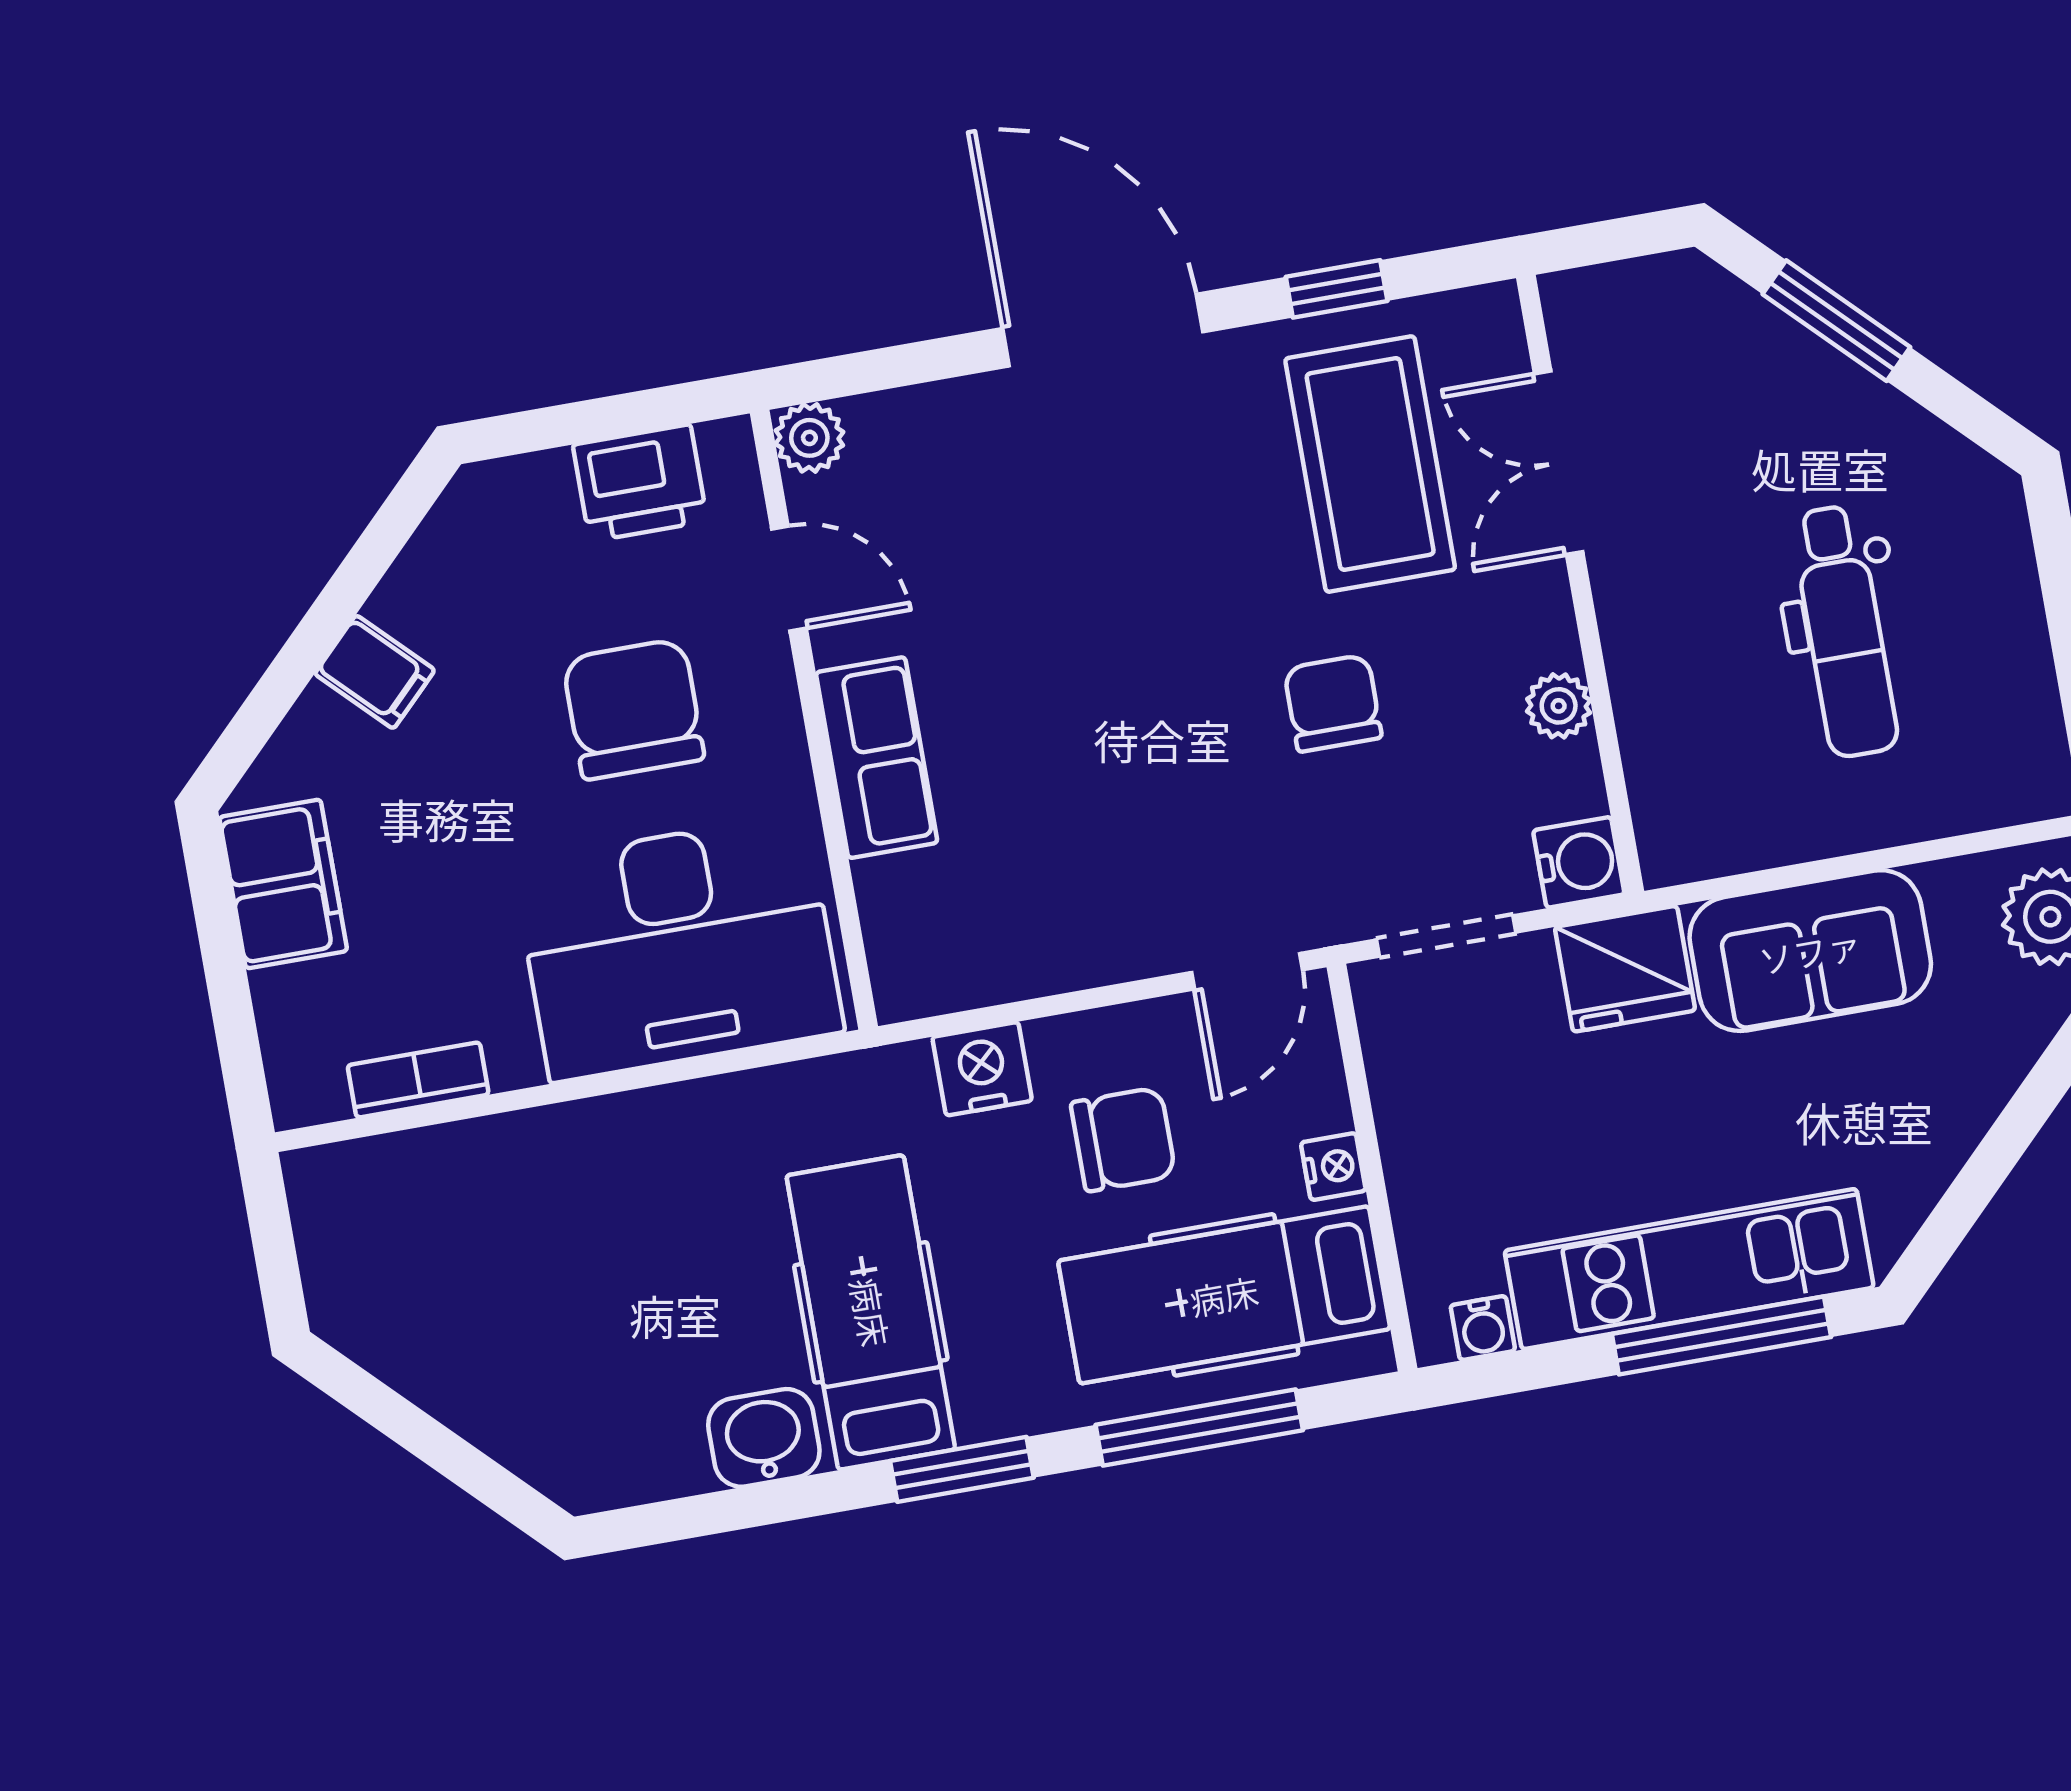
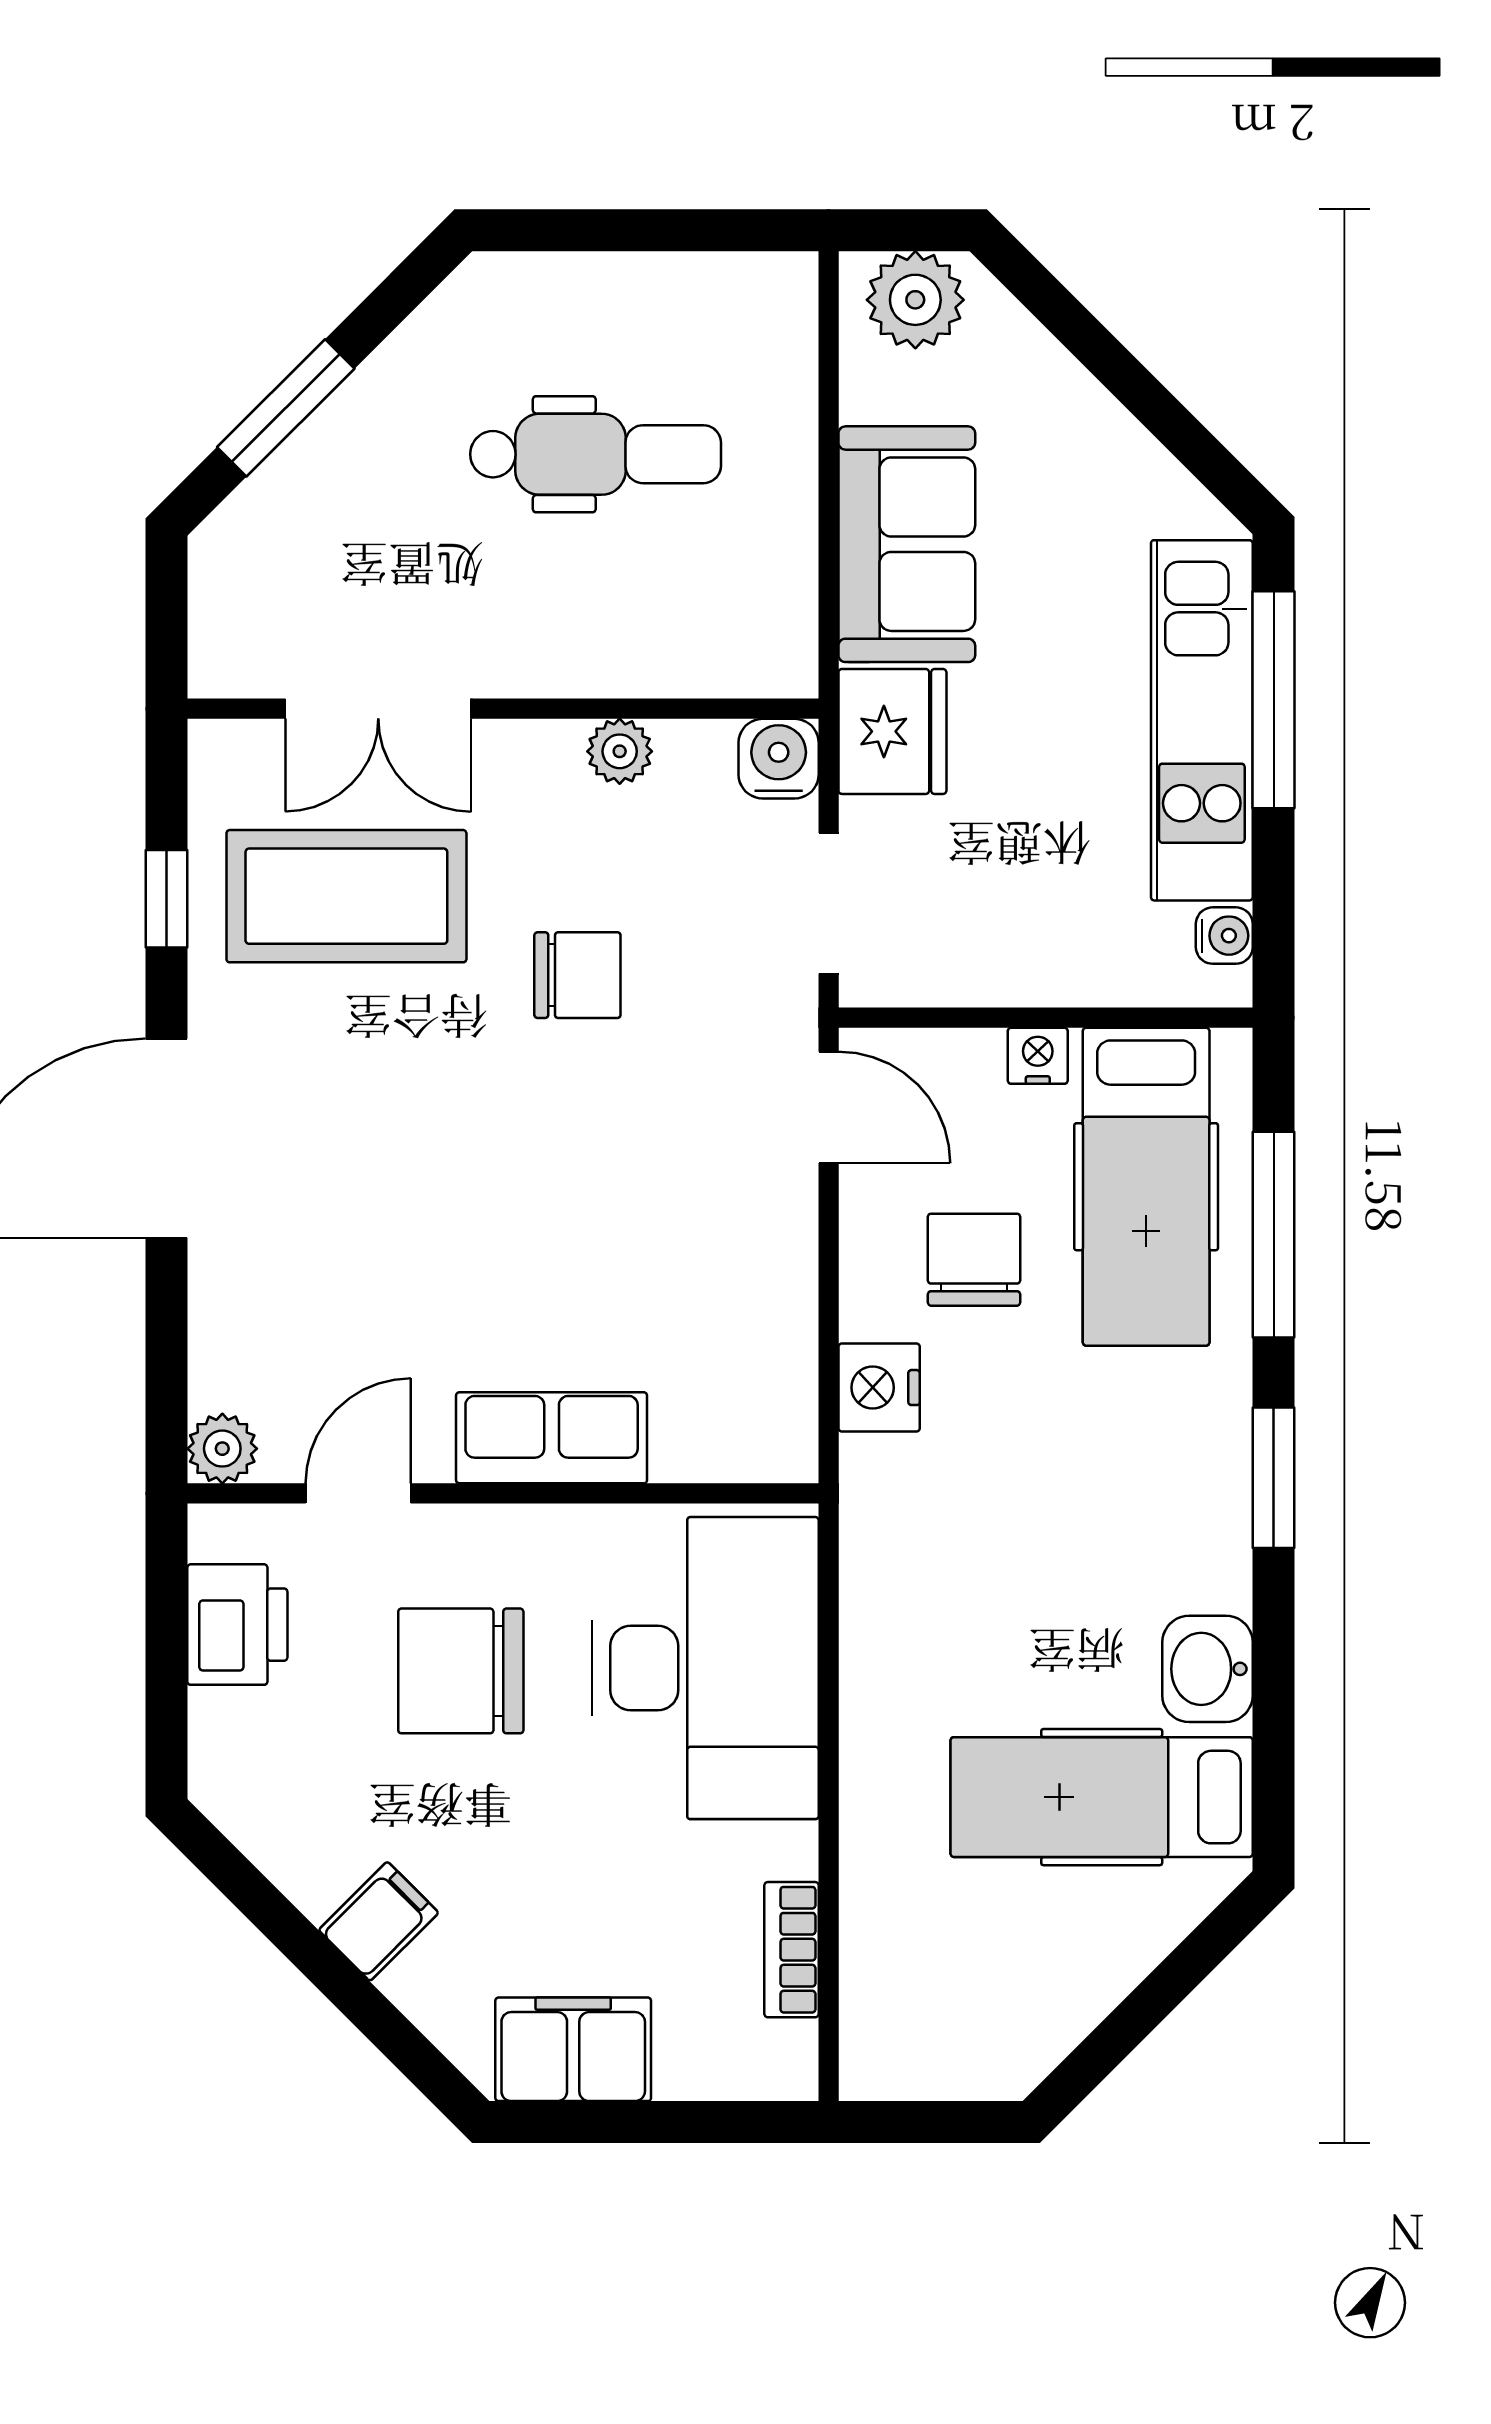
chair: (1333, 703) -> (577, 975), turned 180
hospital bed: (871, 1312) -> (1102, 1797), moved

